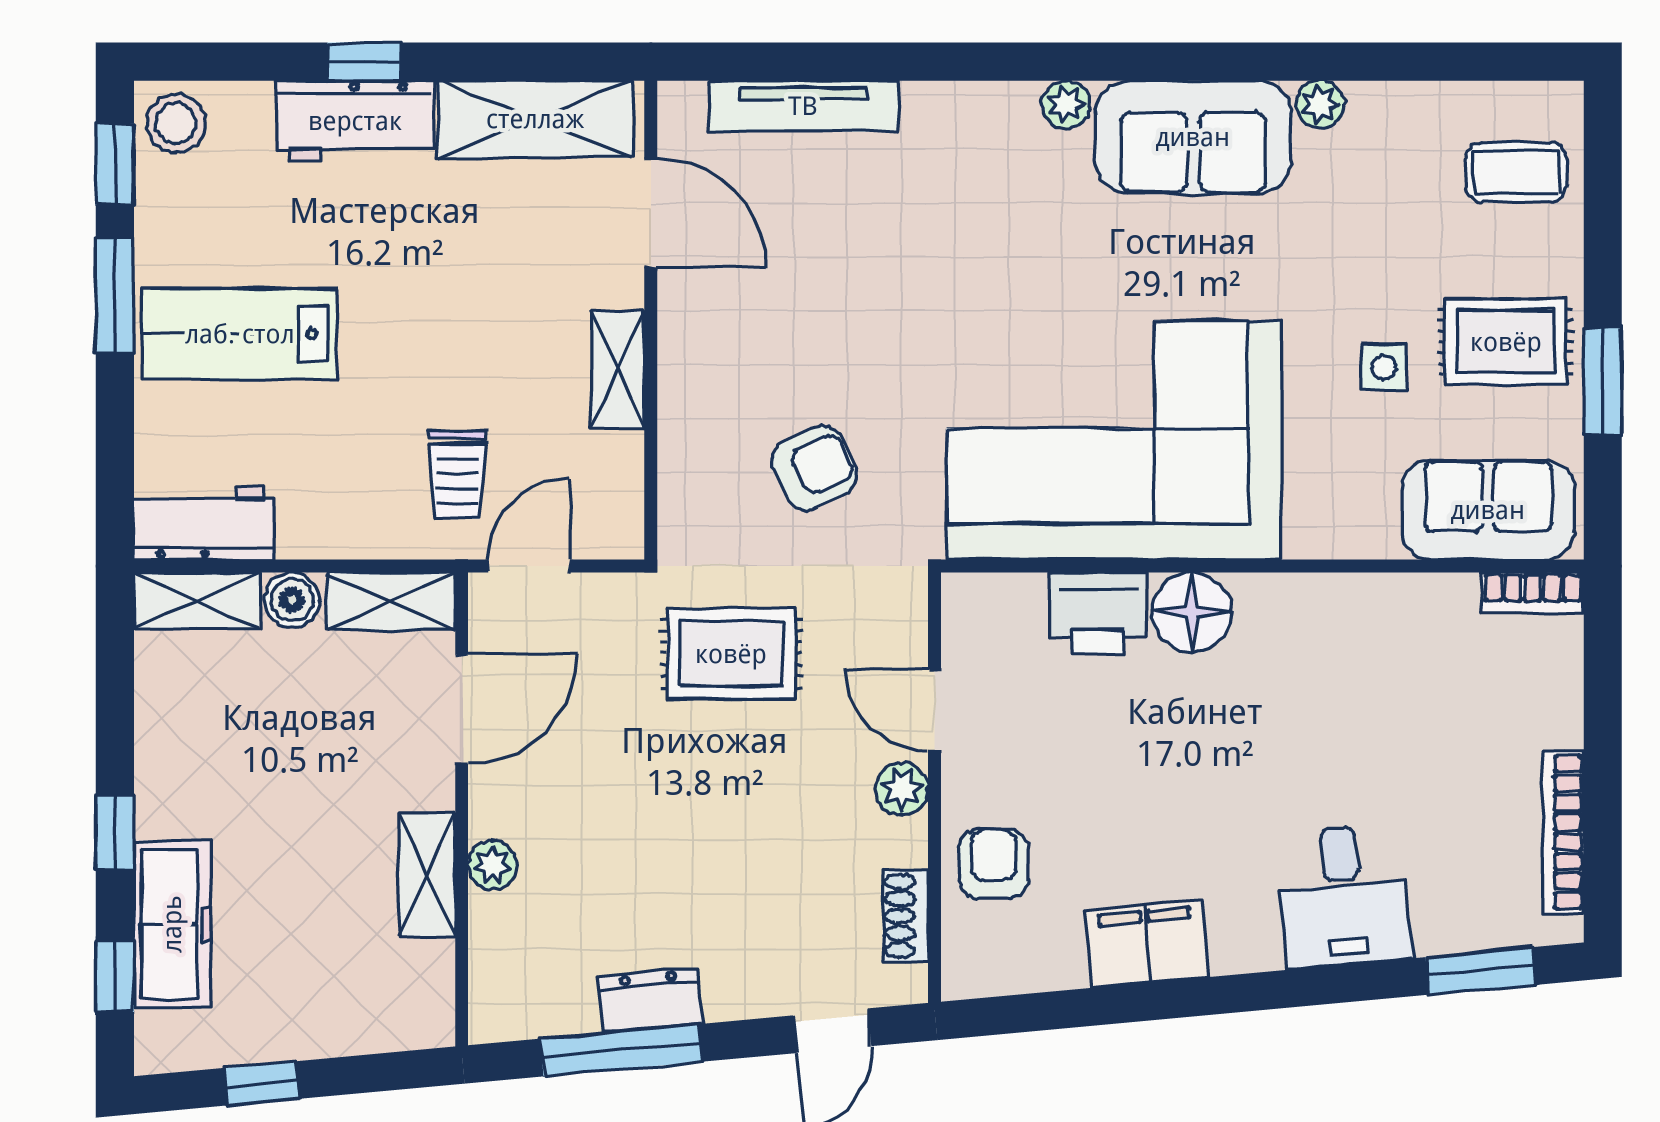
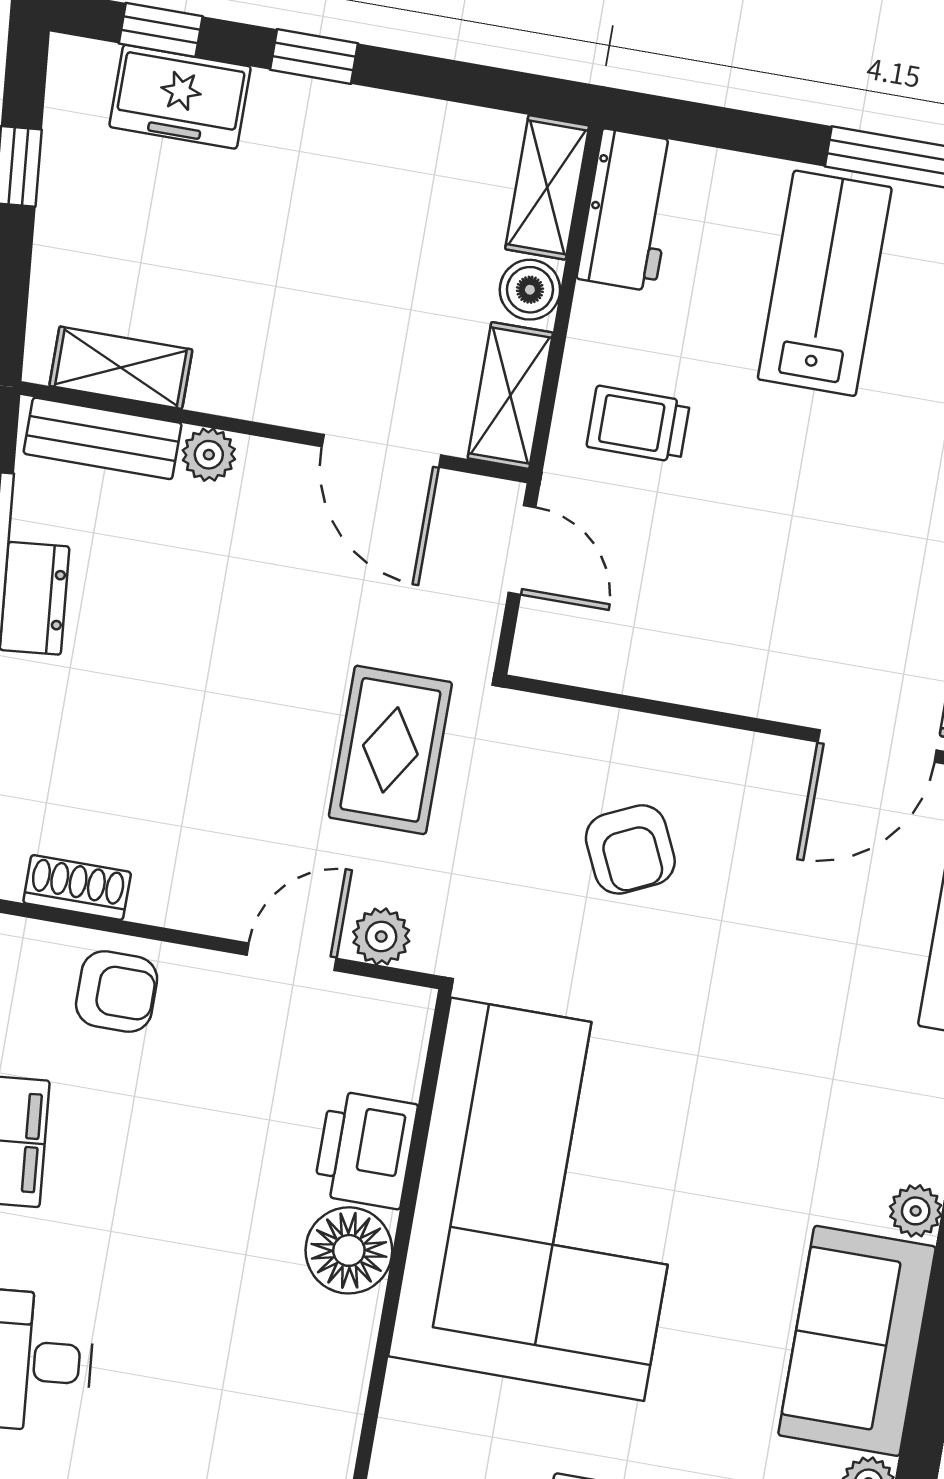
shelving: (618, 370) -> (716, 682), removed
armchair: (814, 468) -> (630, 849), moved
trolley: (457, 475) -> (638, 424), moved
plant: (902, 789) -> (381, 936), moved
shelving: (427, 875) -> (121, 368), moved
freezer: (172, 924) -> (180, 97), width x0.71
bench: (494, 964) -> (103, 438), added

